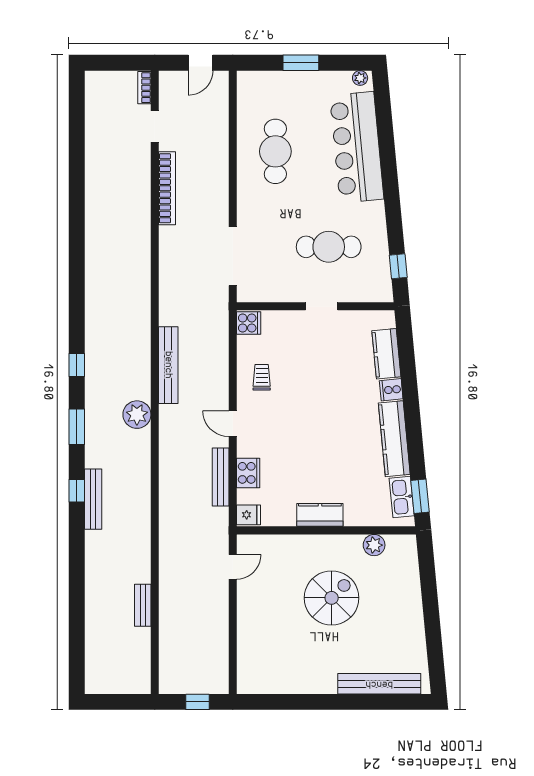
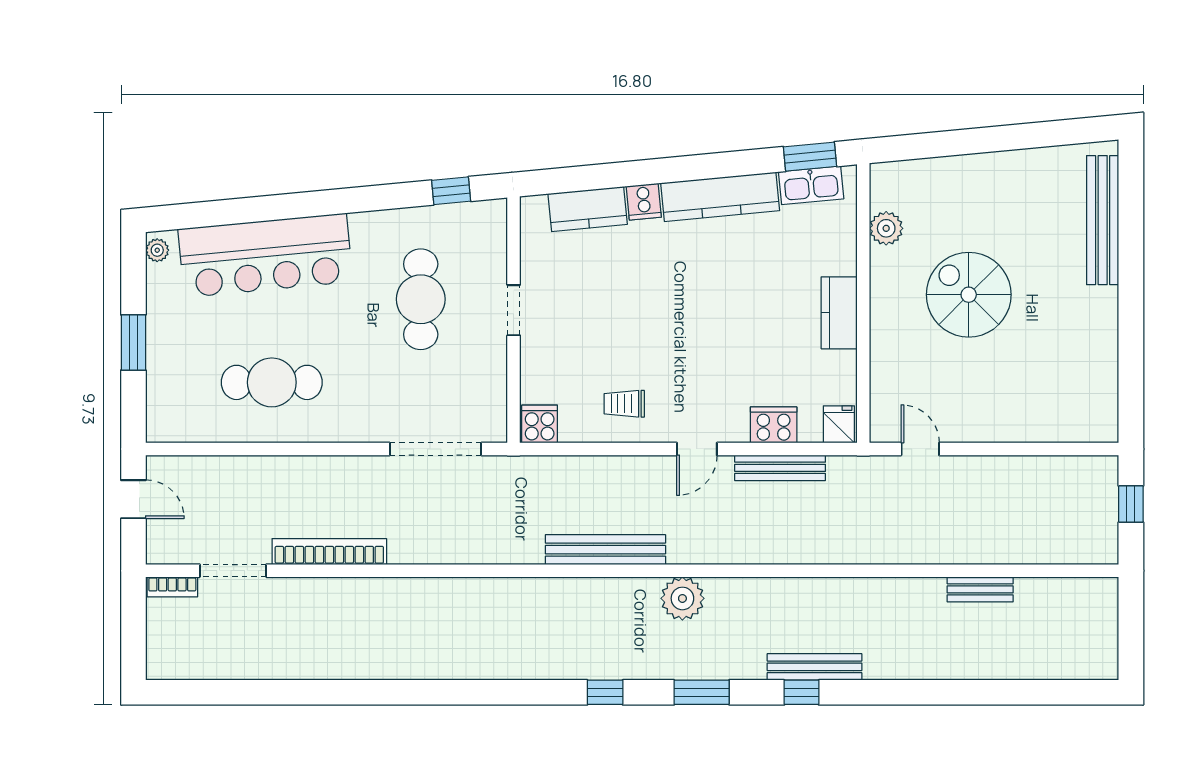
doorway: (155, 127) -> (233, 571), width x1.38

